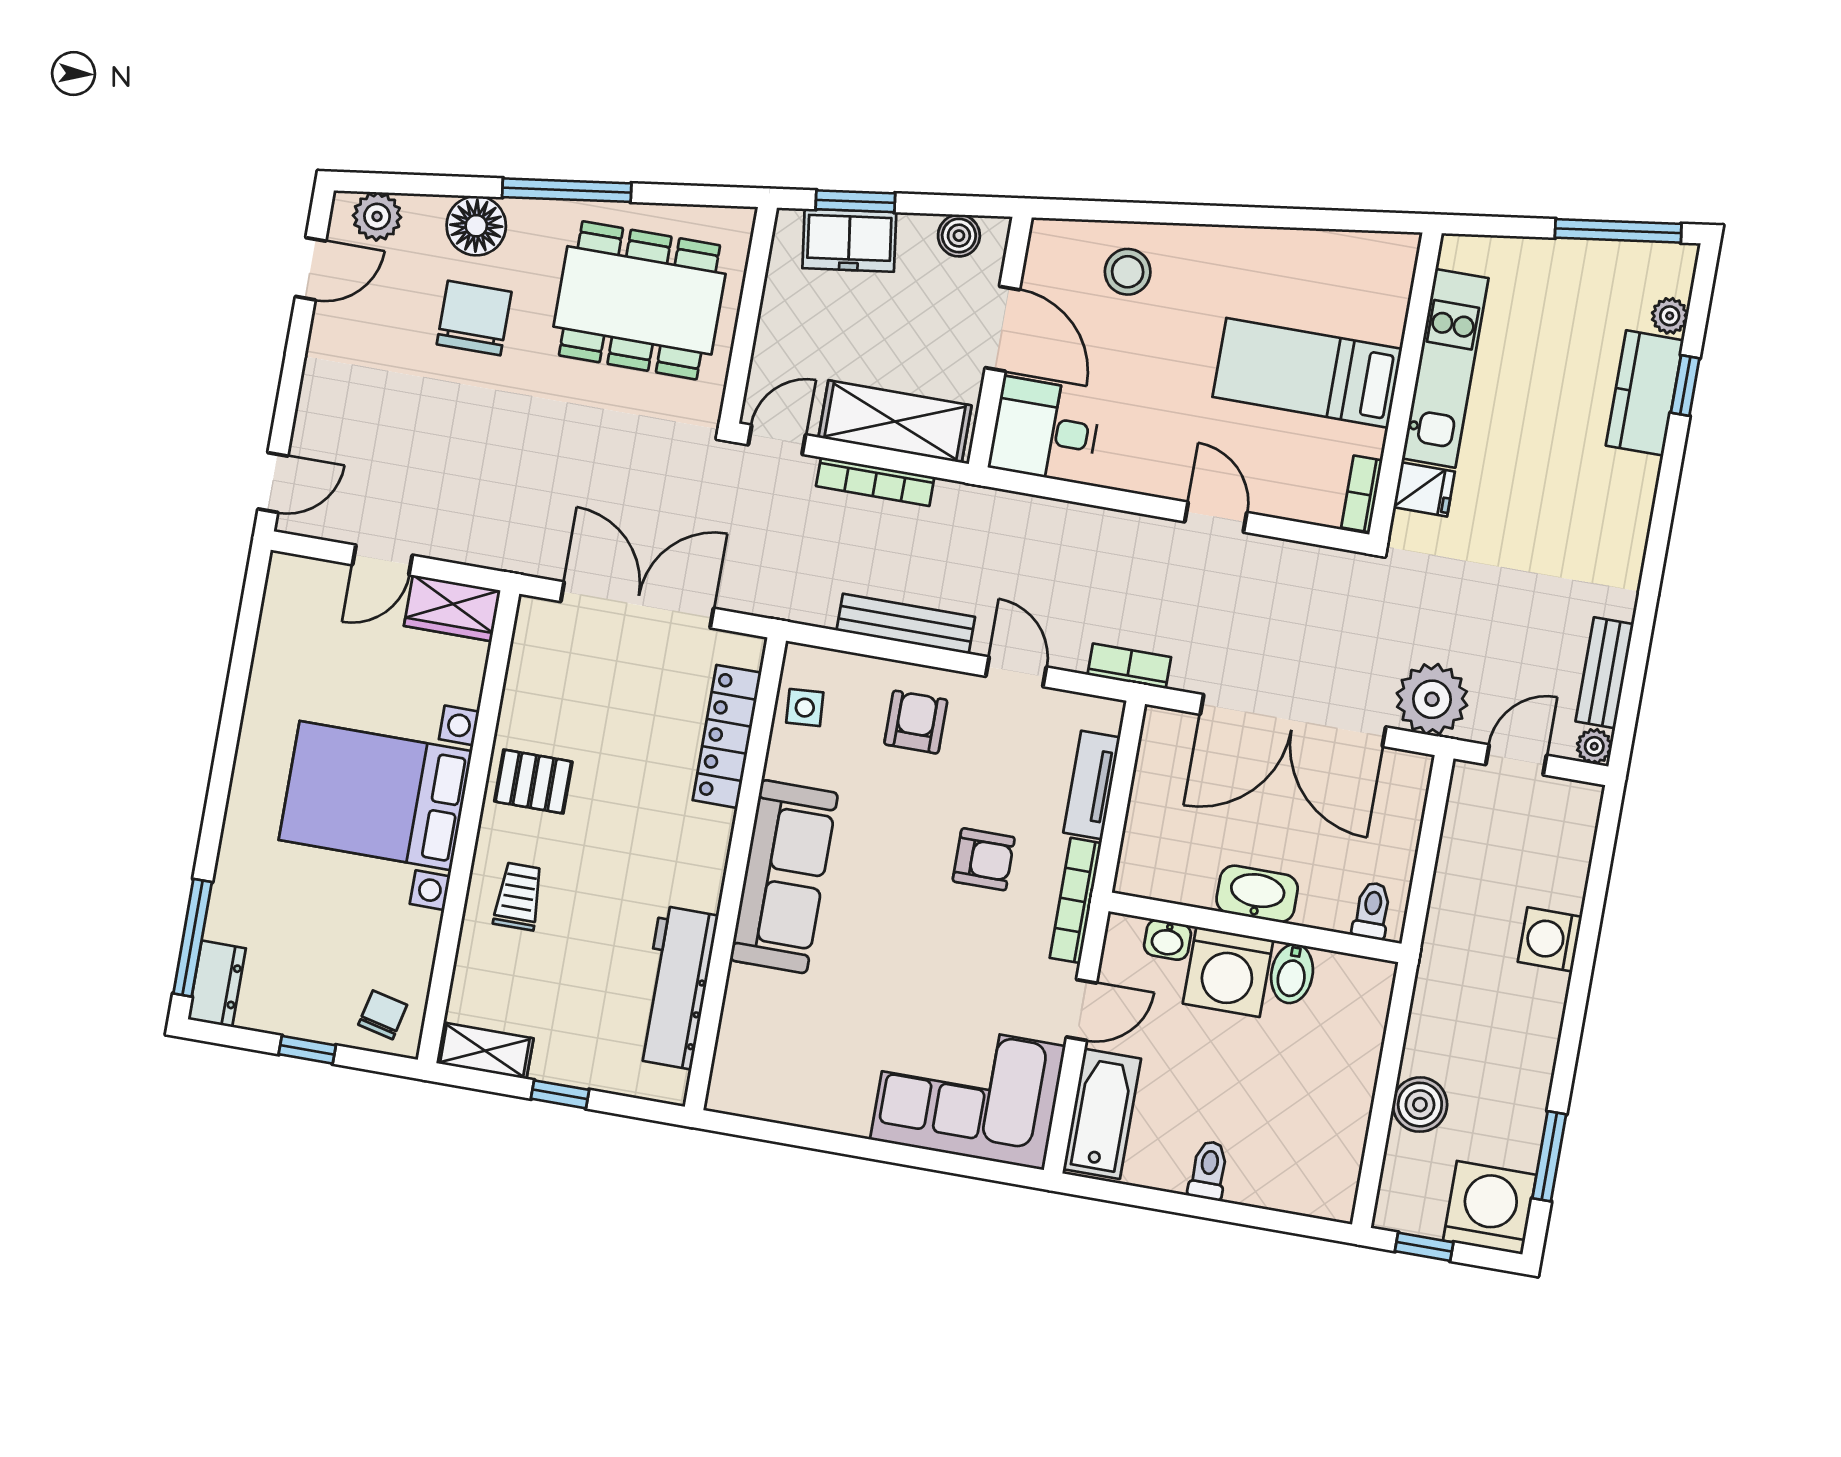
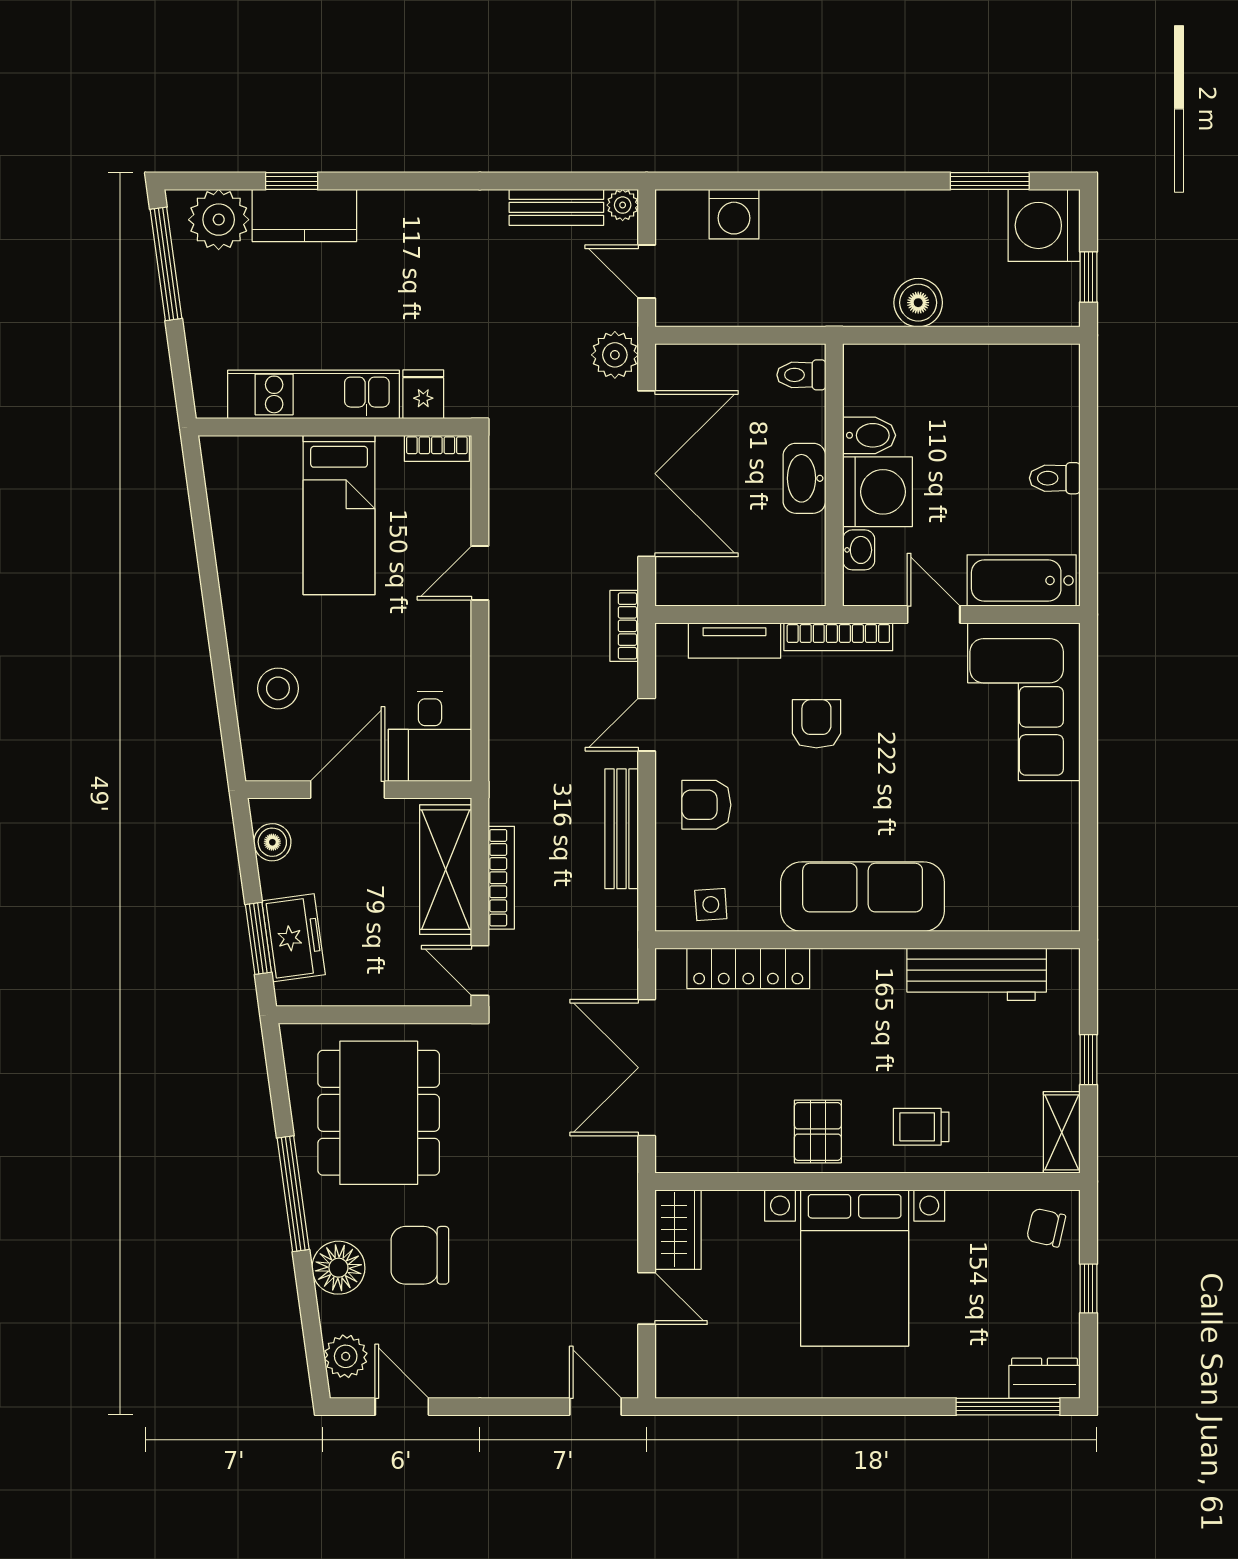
plant: (1670, 316) -> (219, 220), width x1.87, depth x1.87
plant: (1432, 699) -> (615, 355), width x0.73, depth x0.73
washing machine: (1550, 939) -> (734, 214), moved
boiler: (1420, 1105) -> (918, 303), moved

